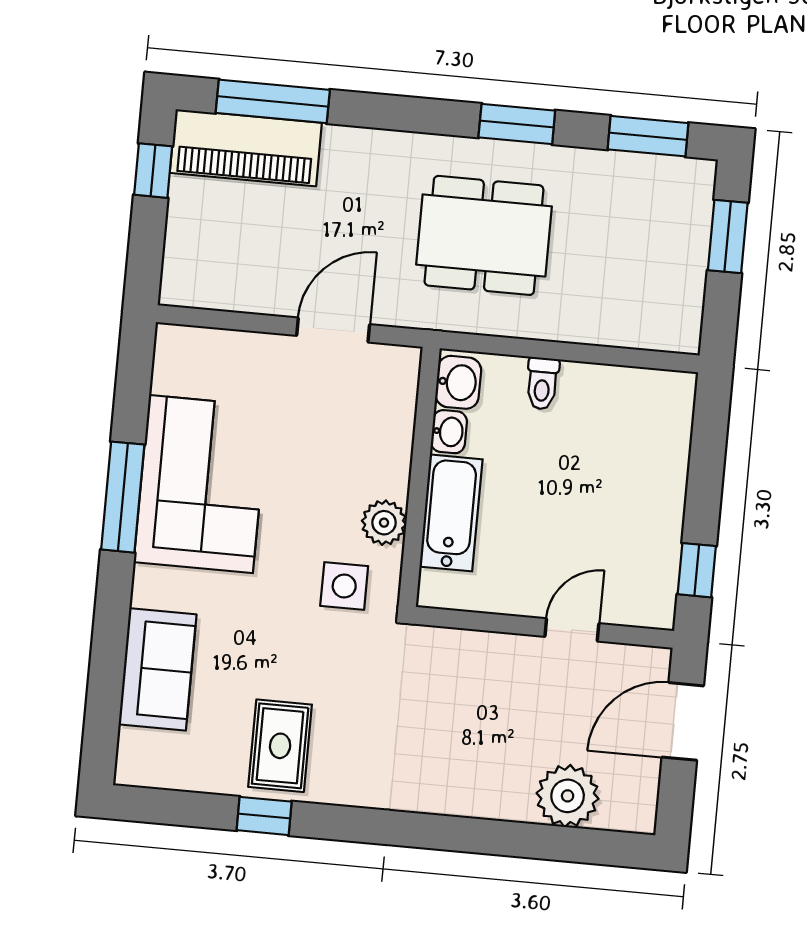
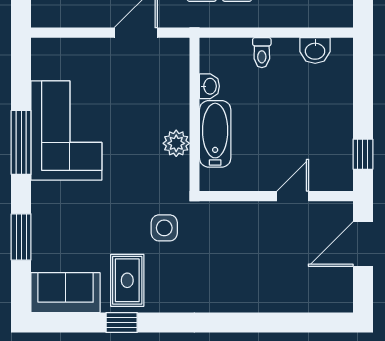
washbasin: (458, 382) -> (315, 50), moved, turned 90
side table: (344, 586) -> (164, 228), moved
window: (108, 656) -> (21, 237), added
sofa: (158, 669) -> (66, 293), moved, turned -90
plant: (568, 796) -> (299, 294), removed

